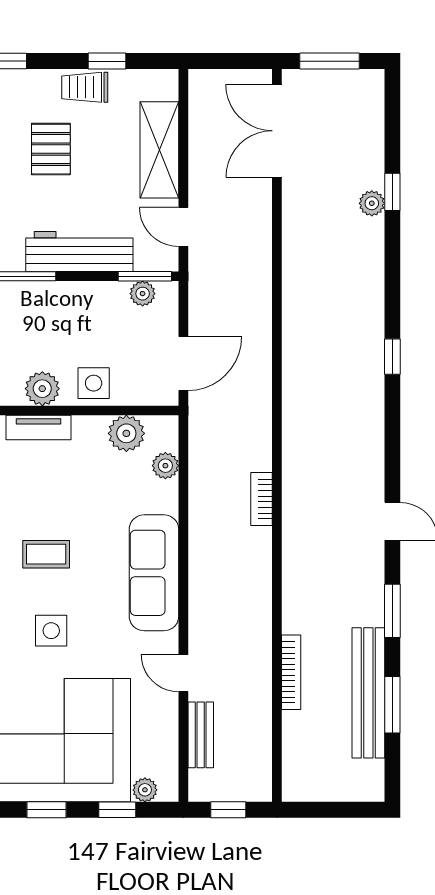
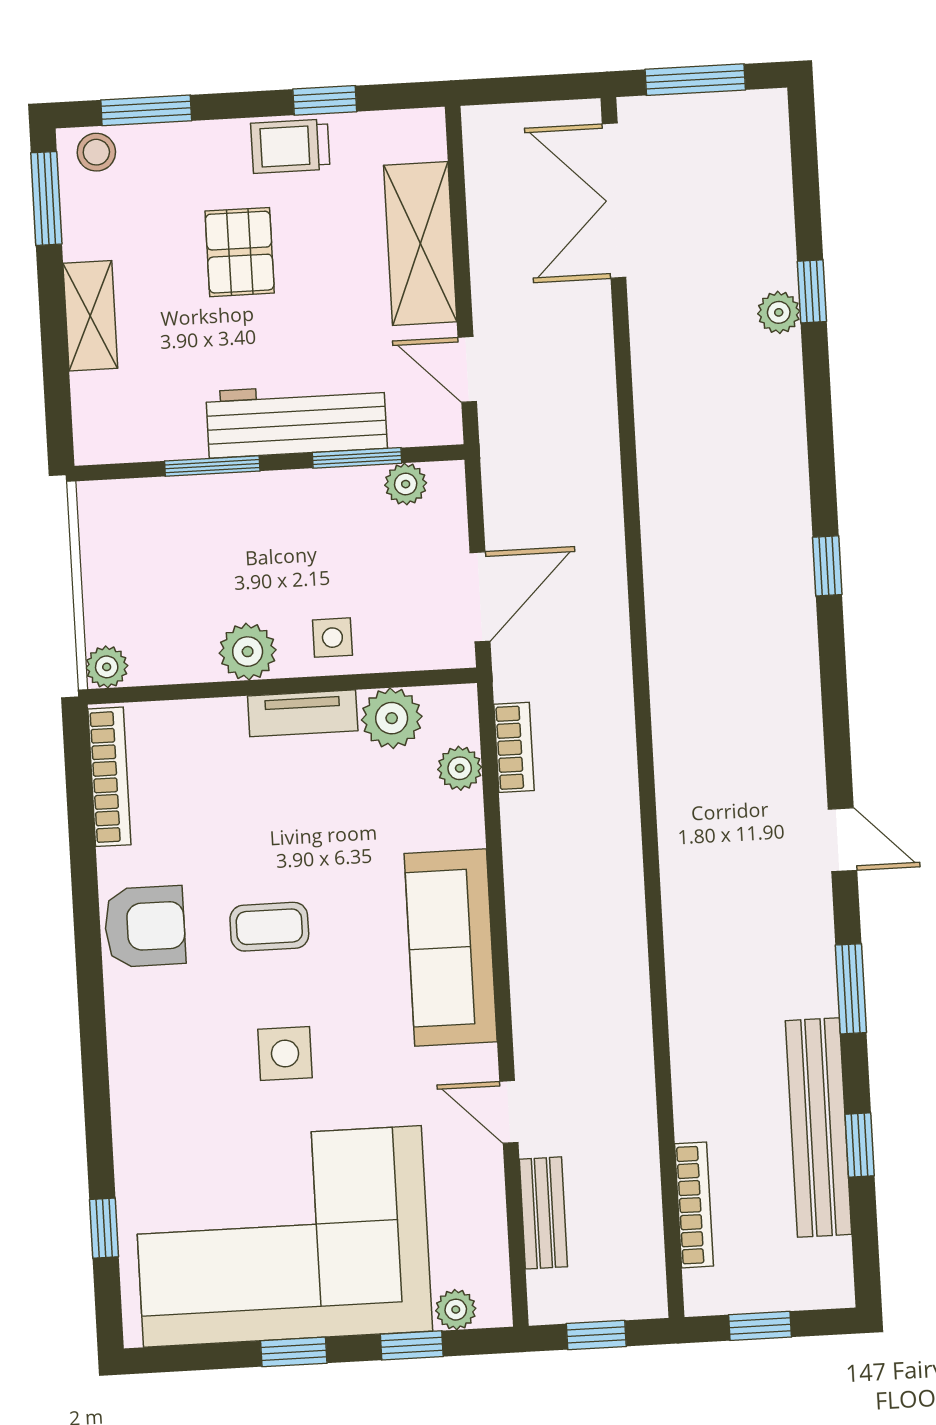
window: (145, 276) -> (357, 458), moved
side table: (94, 383) -> (332, 638), width x0.73, depth x0.73
tv unit: (38, 427) -> (303, 713), moved
bookcase: (262, 499) -> (514, 747), moved, turned 180
bookcase: (291, 672) -> (694, 1205), moved
window: (392, 705) -> (860, 1145), width x0.67
window: (327, 810) -> (760, 1326), added

